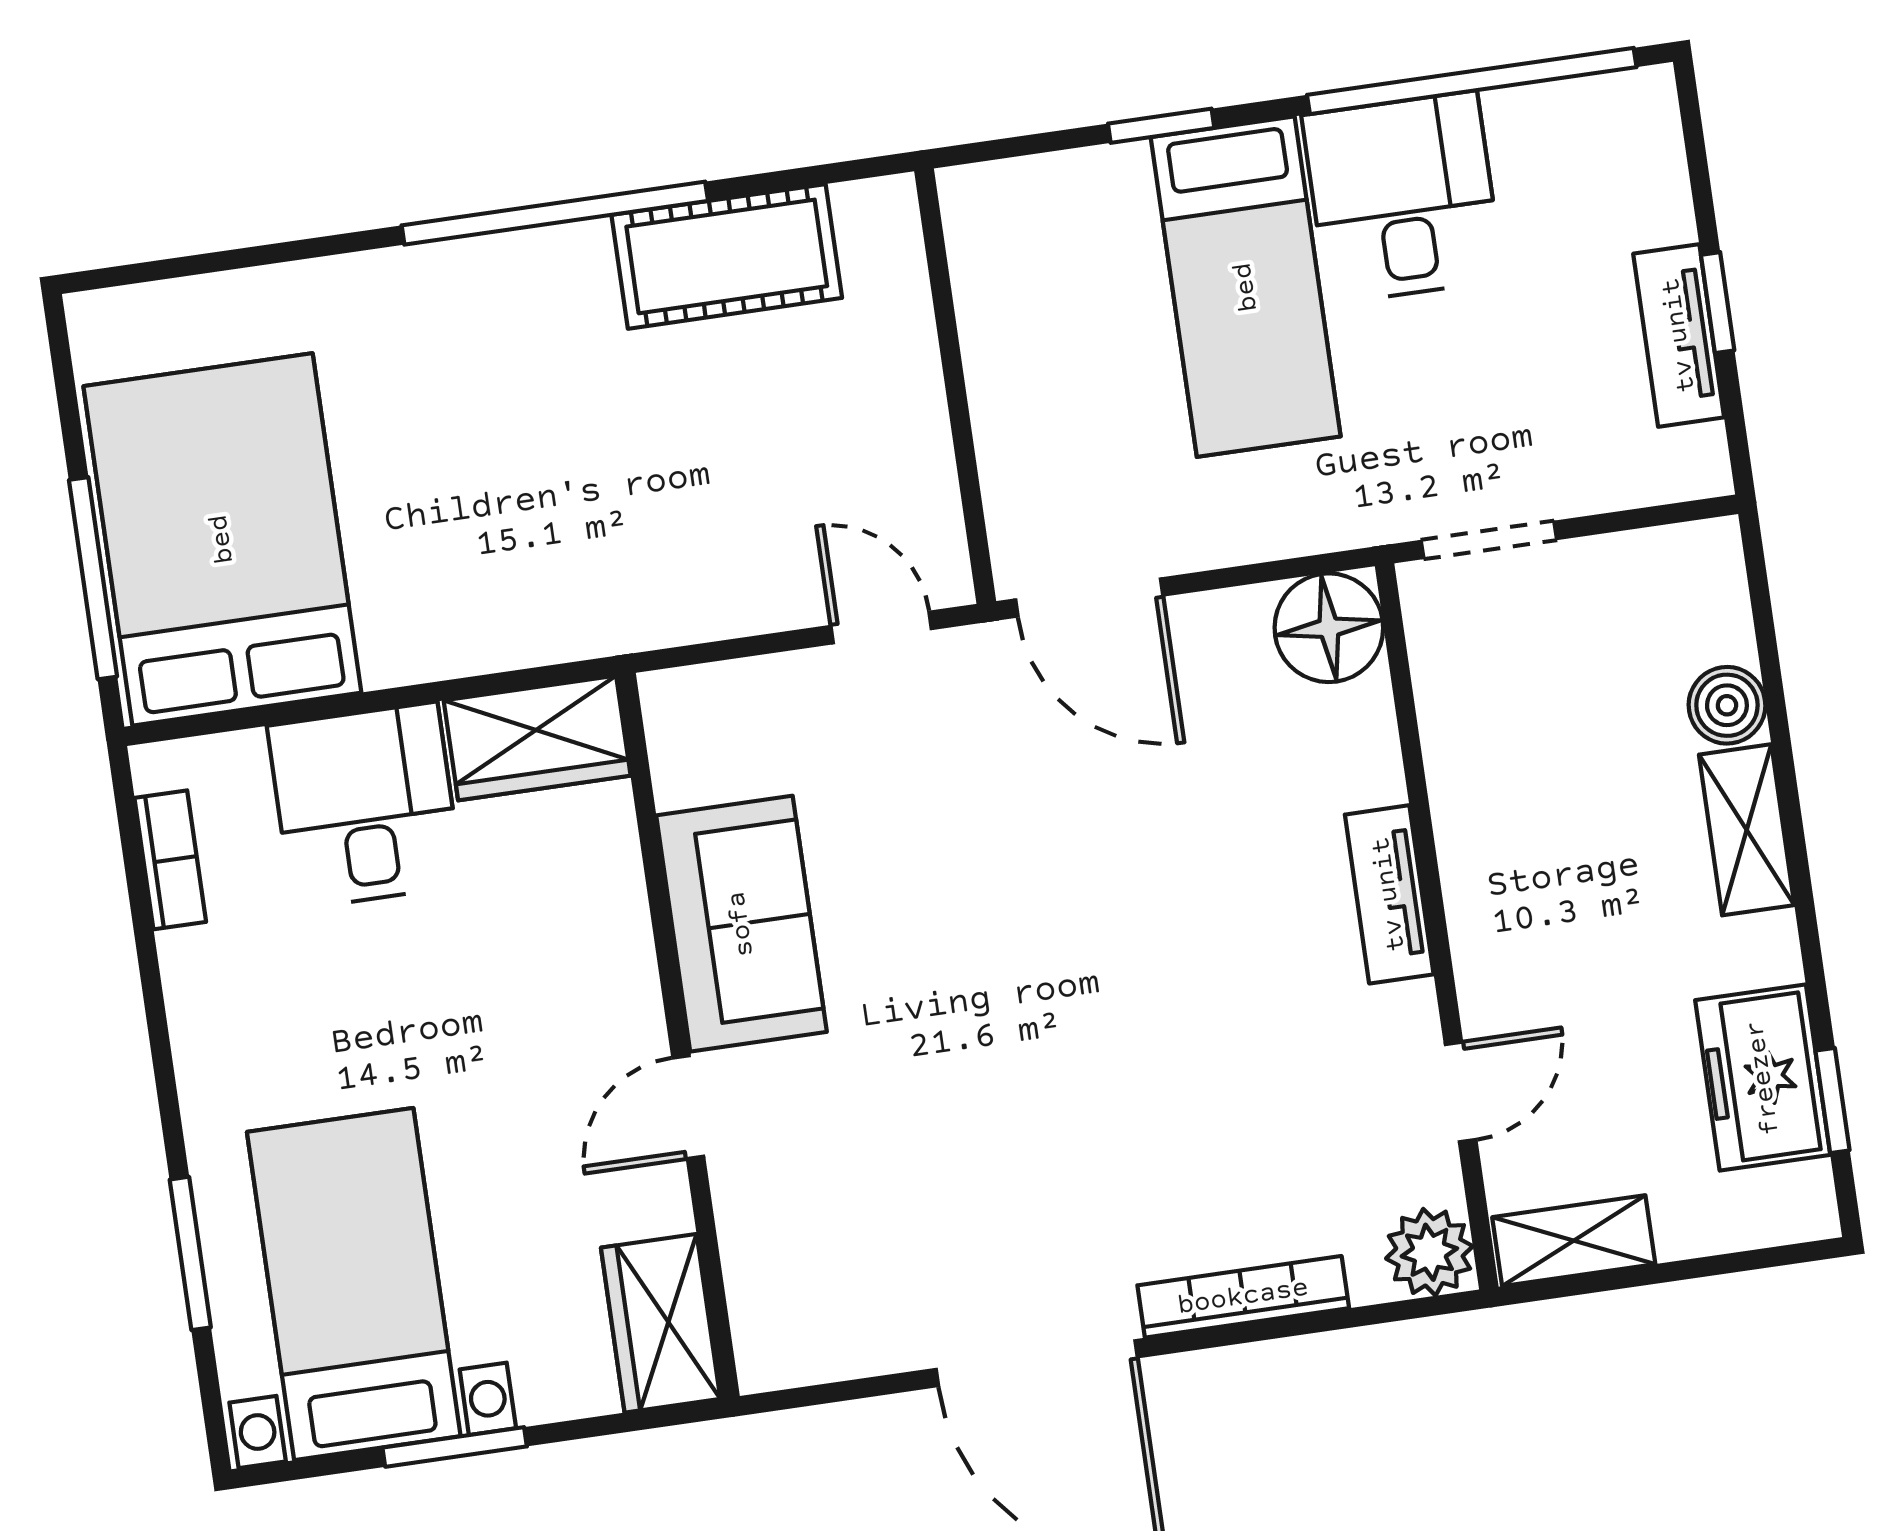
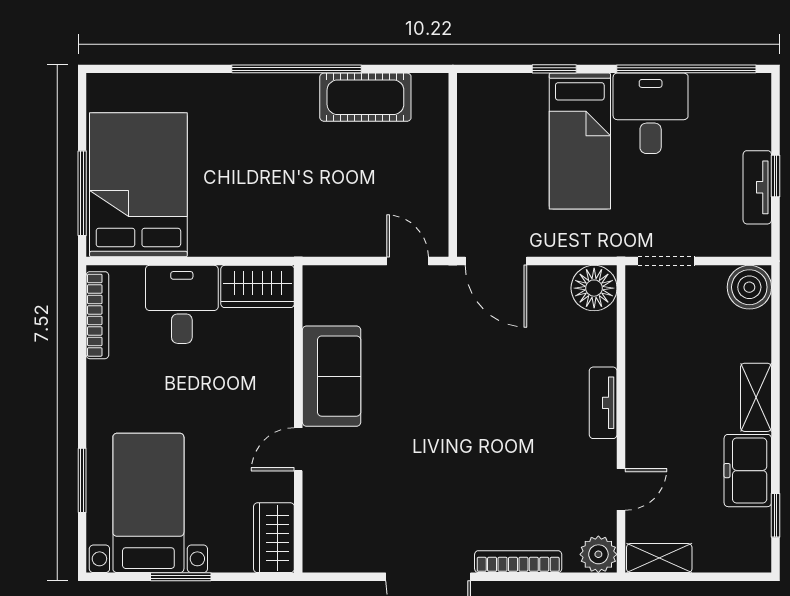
boiler: (1727, 705) -> (749, 287), moved, width x1.36, depth x1.36
bookcase: (170, 860) -> (97, 315), width x1.56
freezer: (1763, 1078) -> (748, 471), moved

